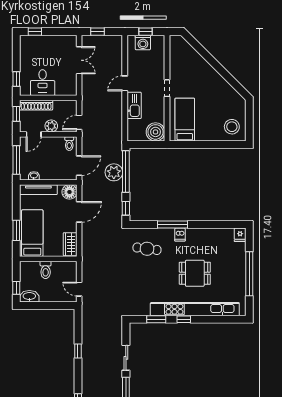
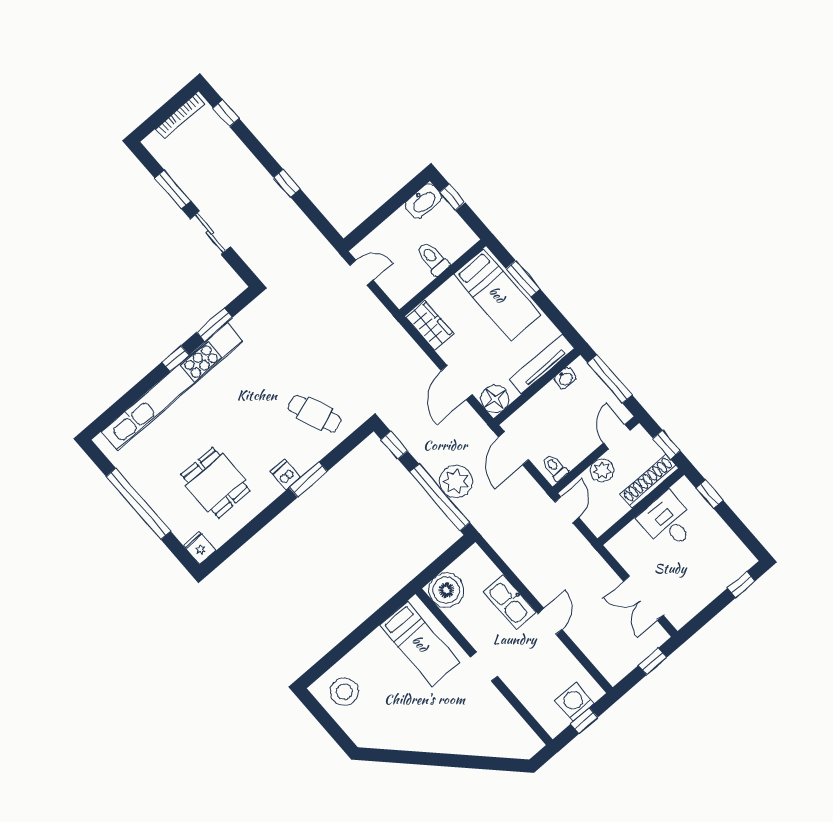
window: (172, 225) -> (308, 479), width x0.69
cafe table: (147, 249) -> (315, 414), turned 61
dining table: (195, 273) -> (215, 482), moved, turned 90

